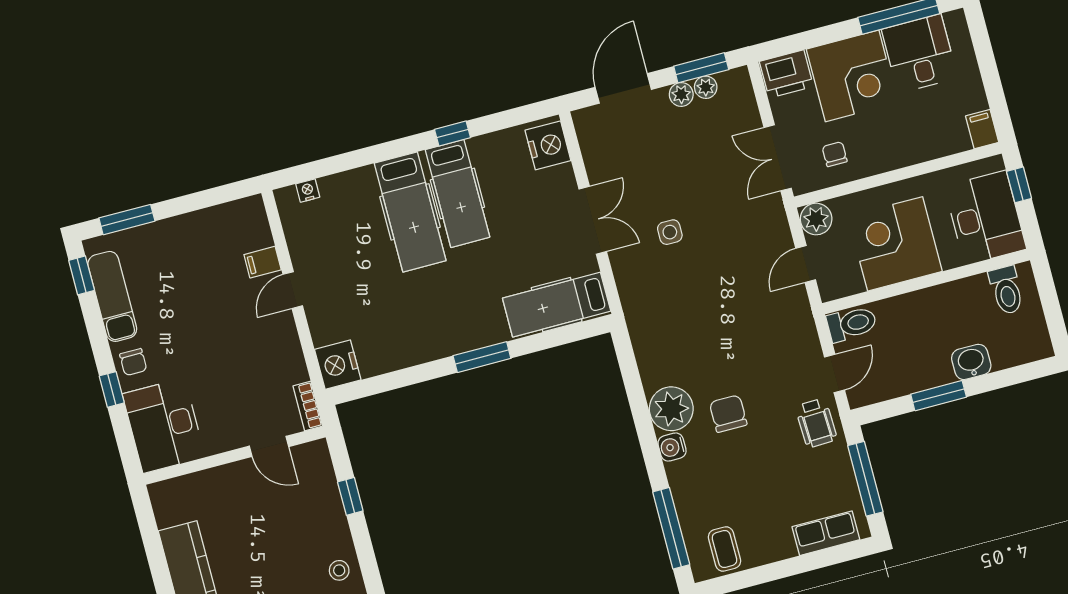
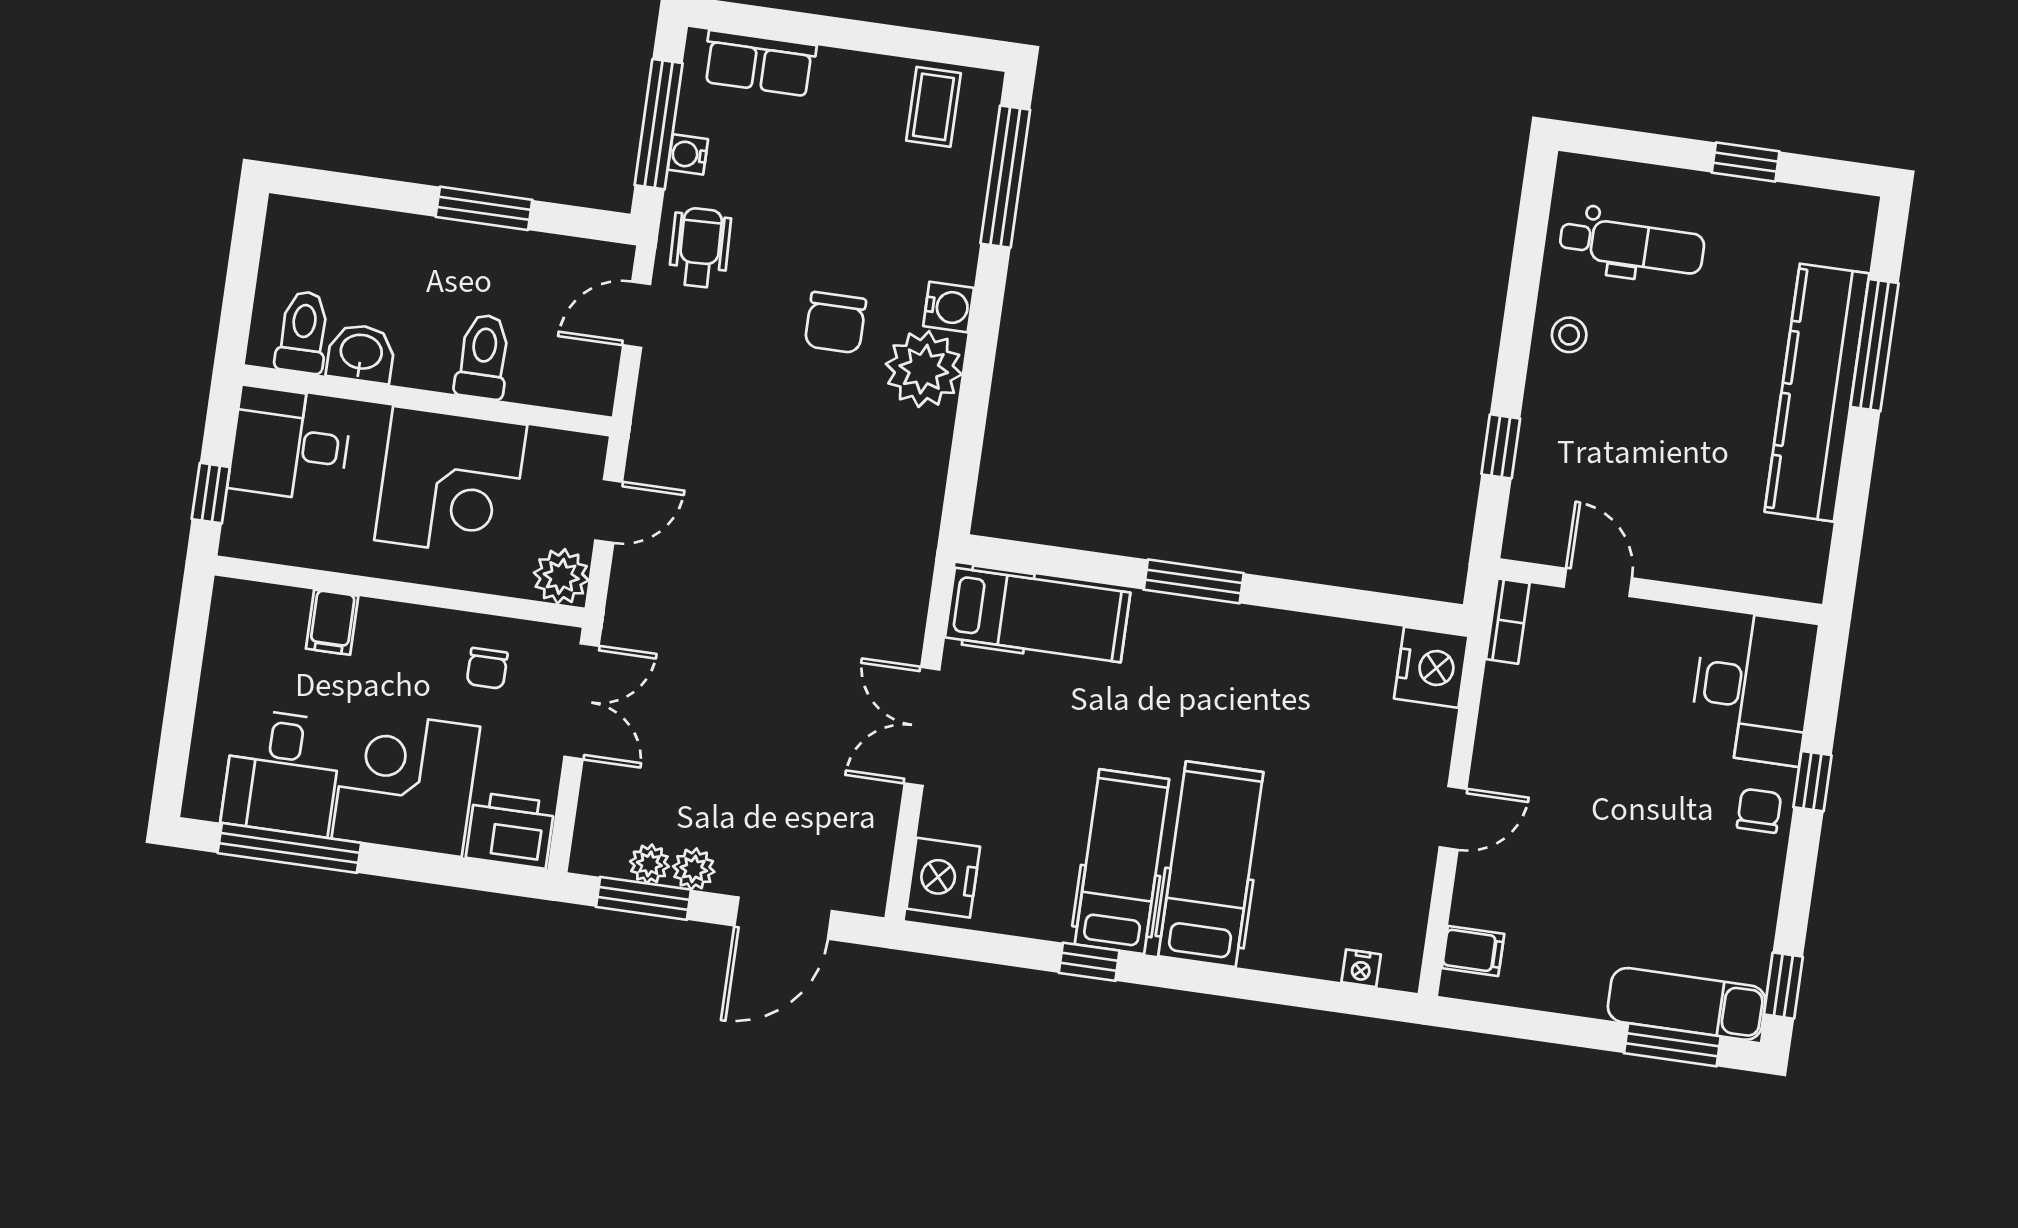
filing cabinet: (982, 129) -> (332, 622), moved
desk: (985, 218) -> (290, 444), width x0.73
side table: (670, 232) -> (806, 655), removed
filing cabinet: (263, 262) -> (1473, 951), moved
exam couch: (112, 296) -> (1687, 1004), moved, turned 90
toilet: (852, 324) -> (483, 357), moved, turned 90
washbasin: (971, 362) -> (361, 353), moved, turned 180
water cooler: (843, 469) -> (688, 154), added

